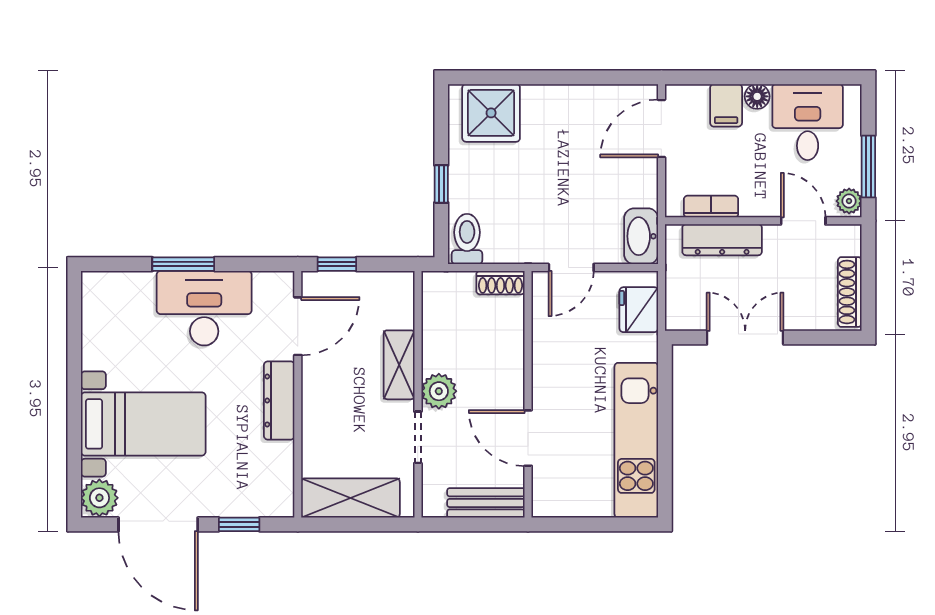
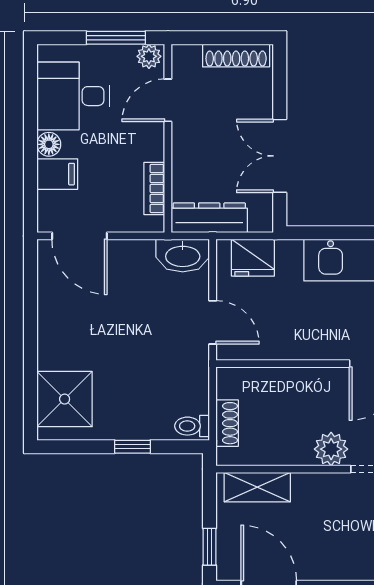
toilet: (467, 239) -> (192, 426), width x0.73, depth x0.72
dresser: (722, 240) -> (209, 218), moved, turned -90
shoe rack: (500, 283) -> (227, 423), moved
shelving: (399, 365) -> (257, 487), moved

